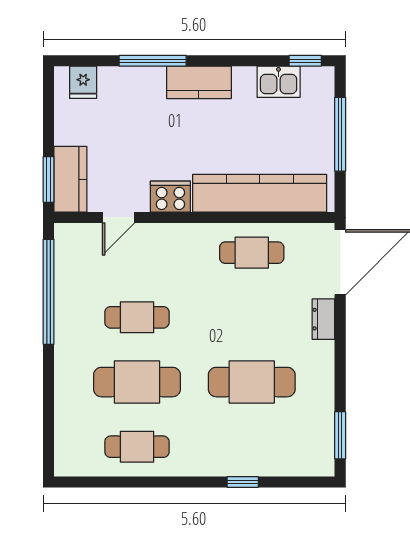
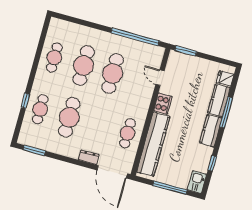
window: (305, 61) -> (212, 163), moved
kitchen sink: (279, 82) -> (197, 182), moved
kitchen counter: (70, 179) -> (219, 100), moved, turned 90
cafe table: (137, 317) -> (113, 74), width x1.37, depth x1.35
cafe table: (252, 447) -> (40, 109), added

